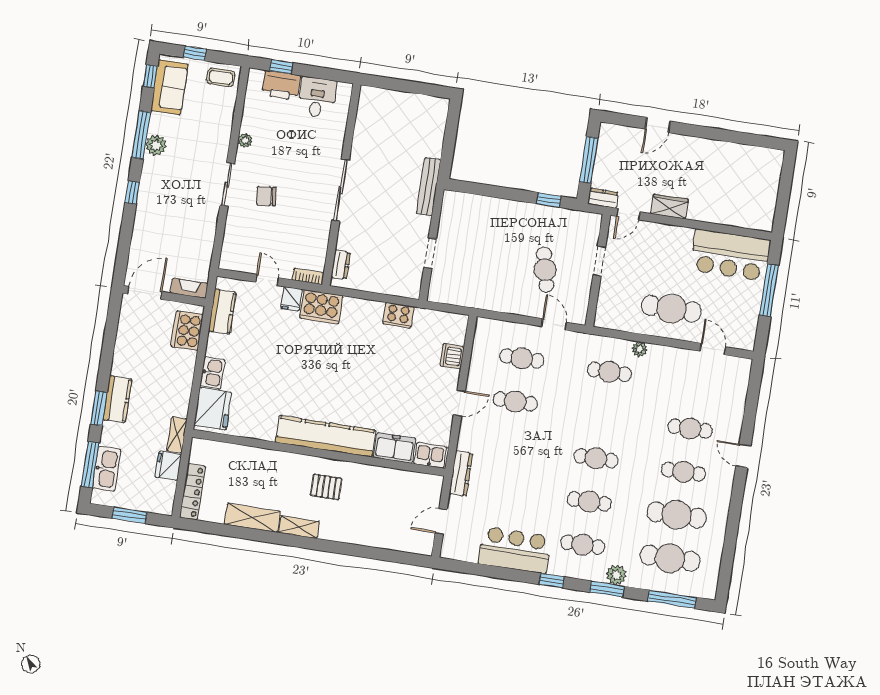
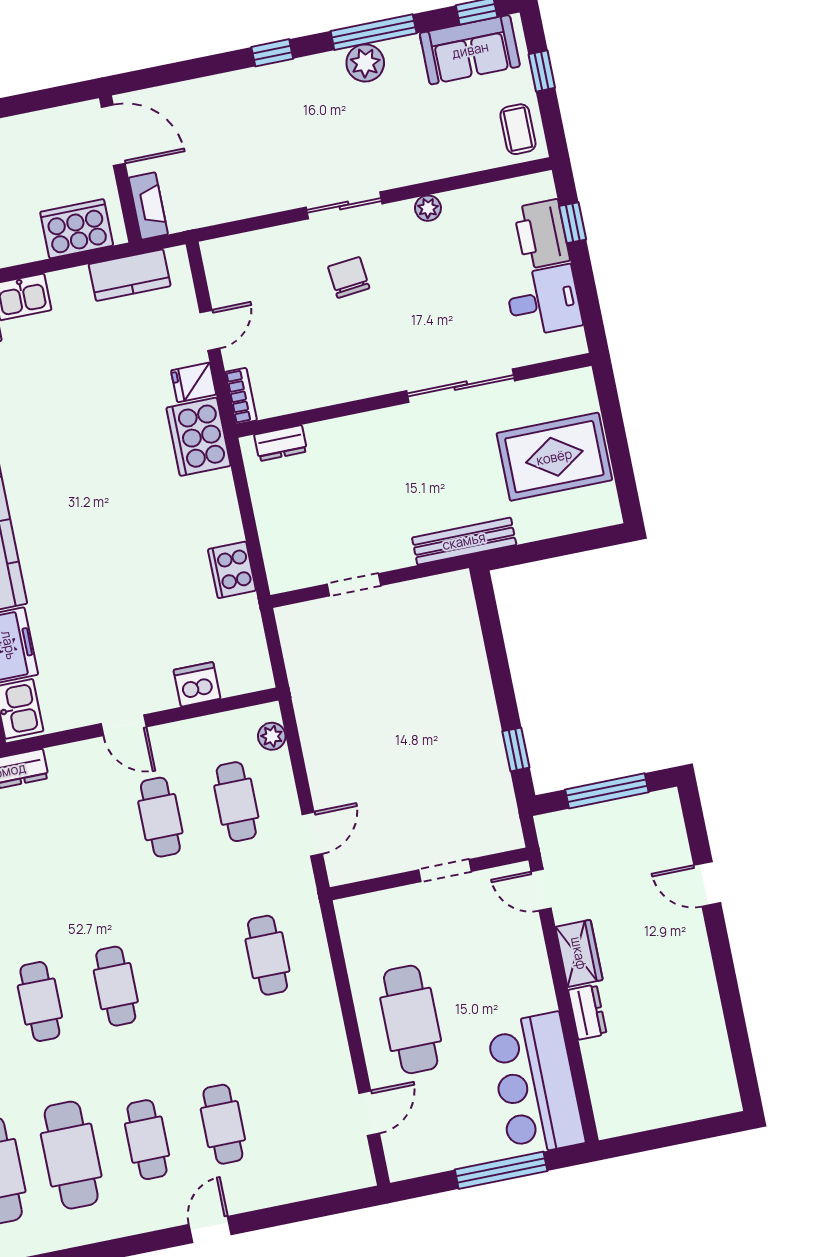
rug: (401, 122) -> (554, 457), added
sliding door: (341, 190) -> (461, 386), moved
dresser: (603, 198) -> (587, 1012), moved
cafe table: (545, 270) -> (398, 786), removed
plant: (640, 349) -> (272, 736), moved

